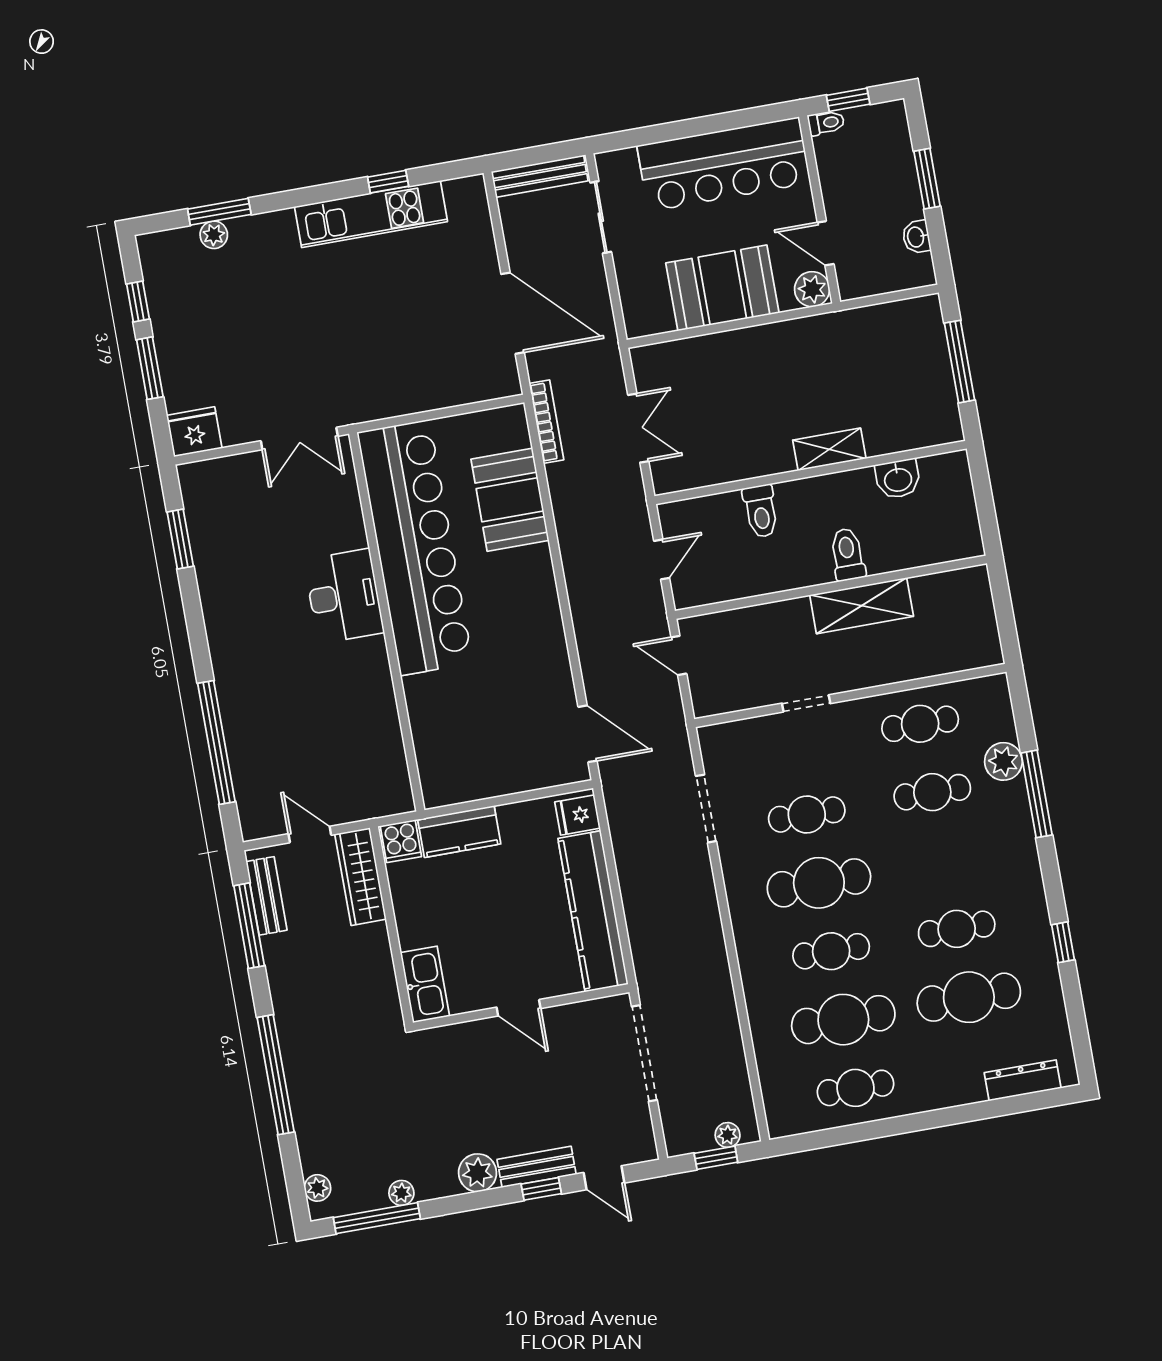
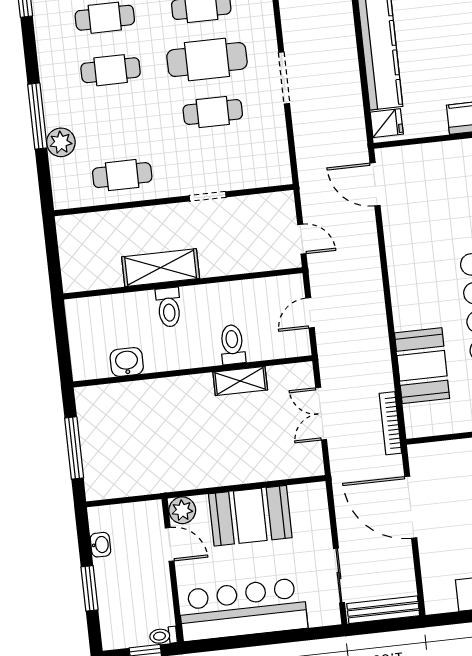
shelving: (829, 449) -> (240, 381), moved
cafe table: (932, 792) -> (111, 70), moved
doorway: (706, 809) -> (284, 78), moved

